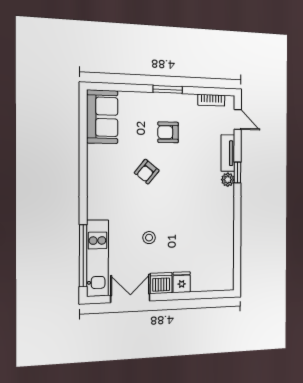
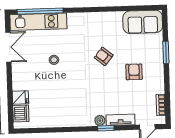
window: (168, 89) -> (166, 52), moved
fridge: (182, 282) -> (20, 97), moved
dishwasher: (161, 283) -> (21, 113), moved

